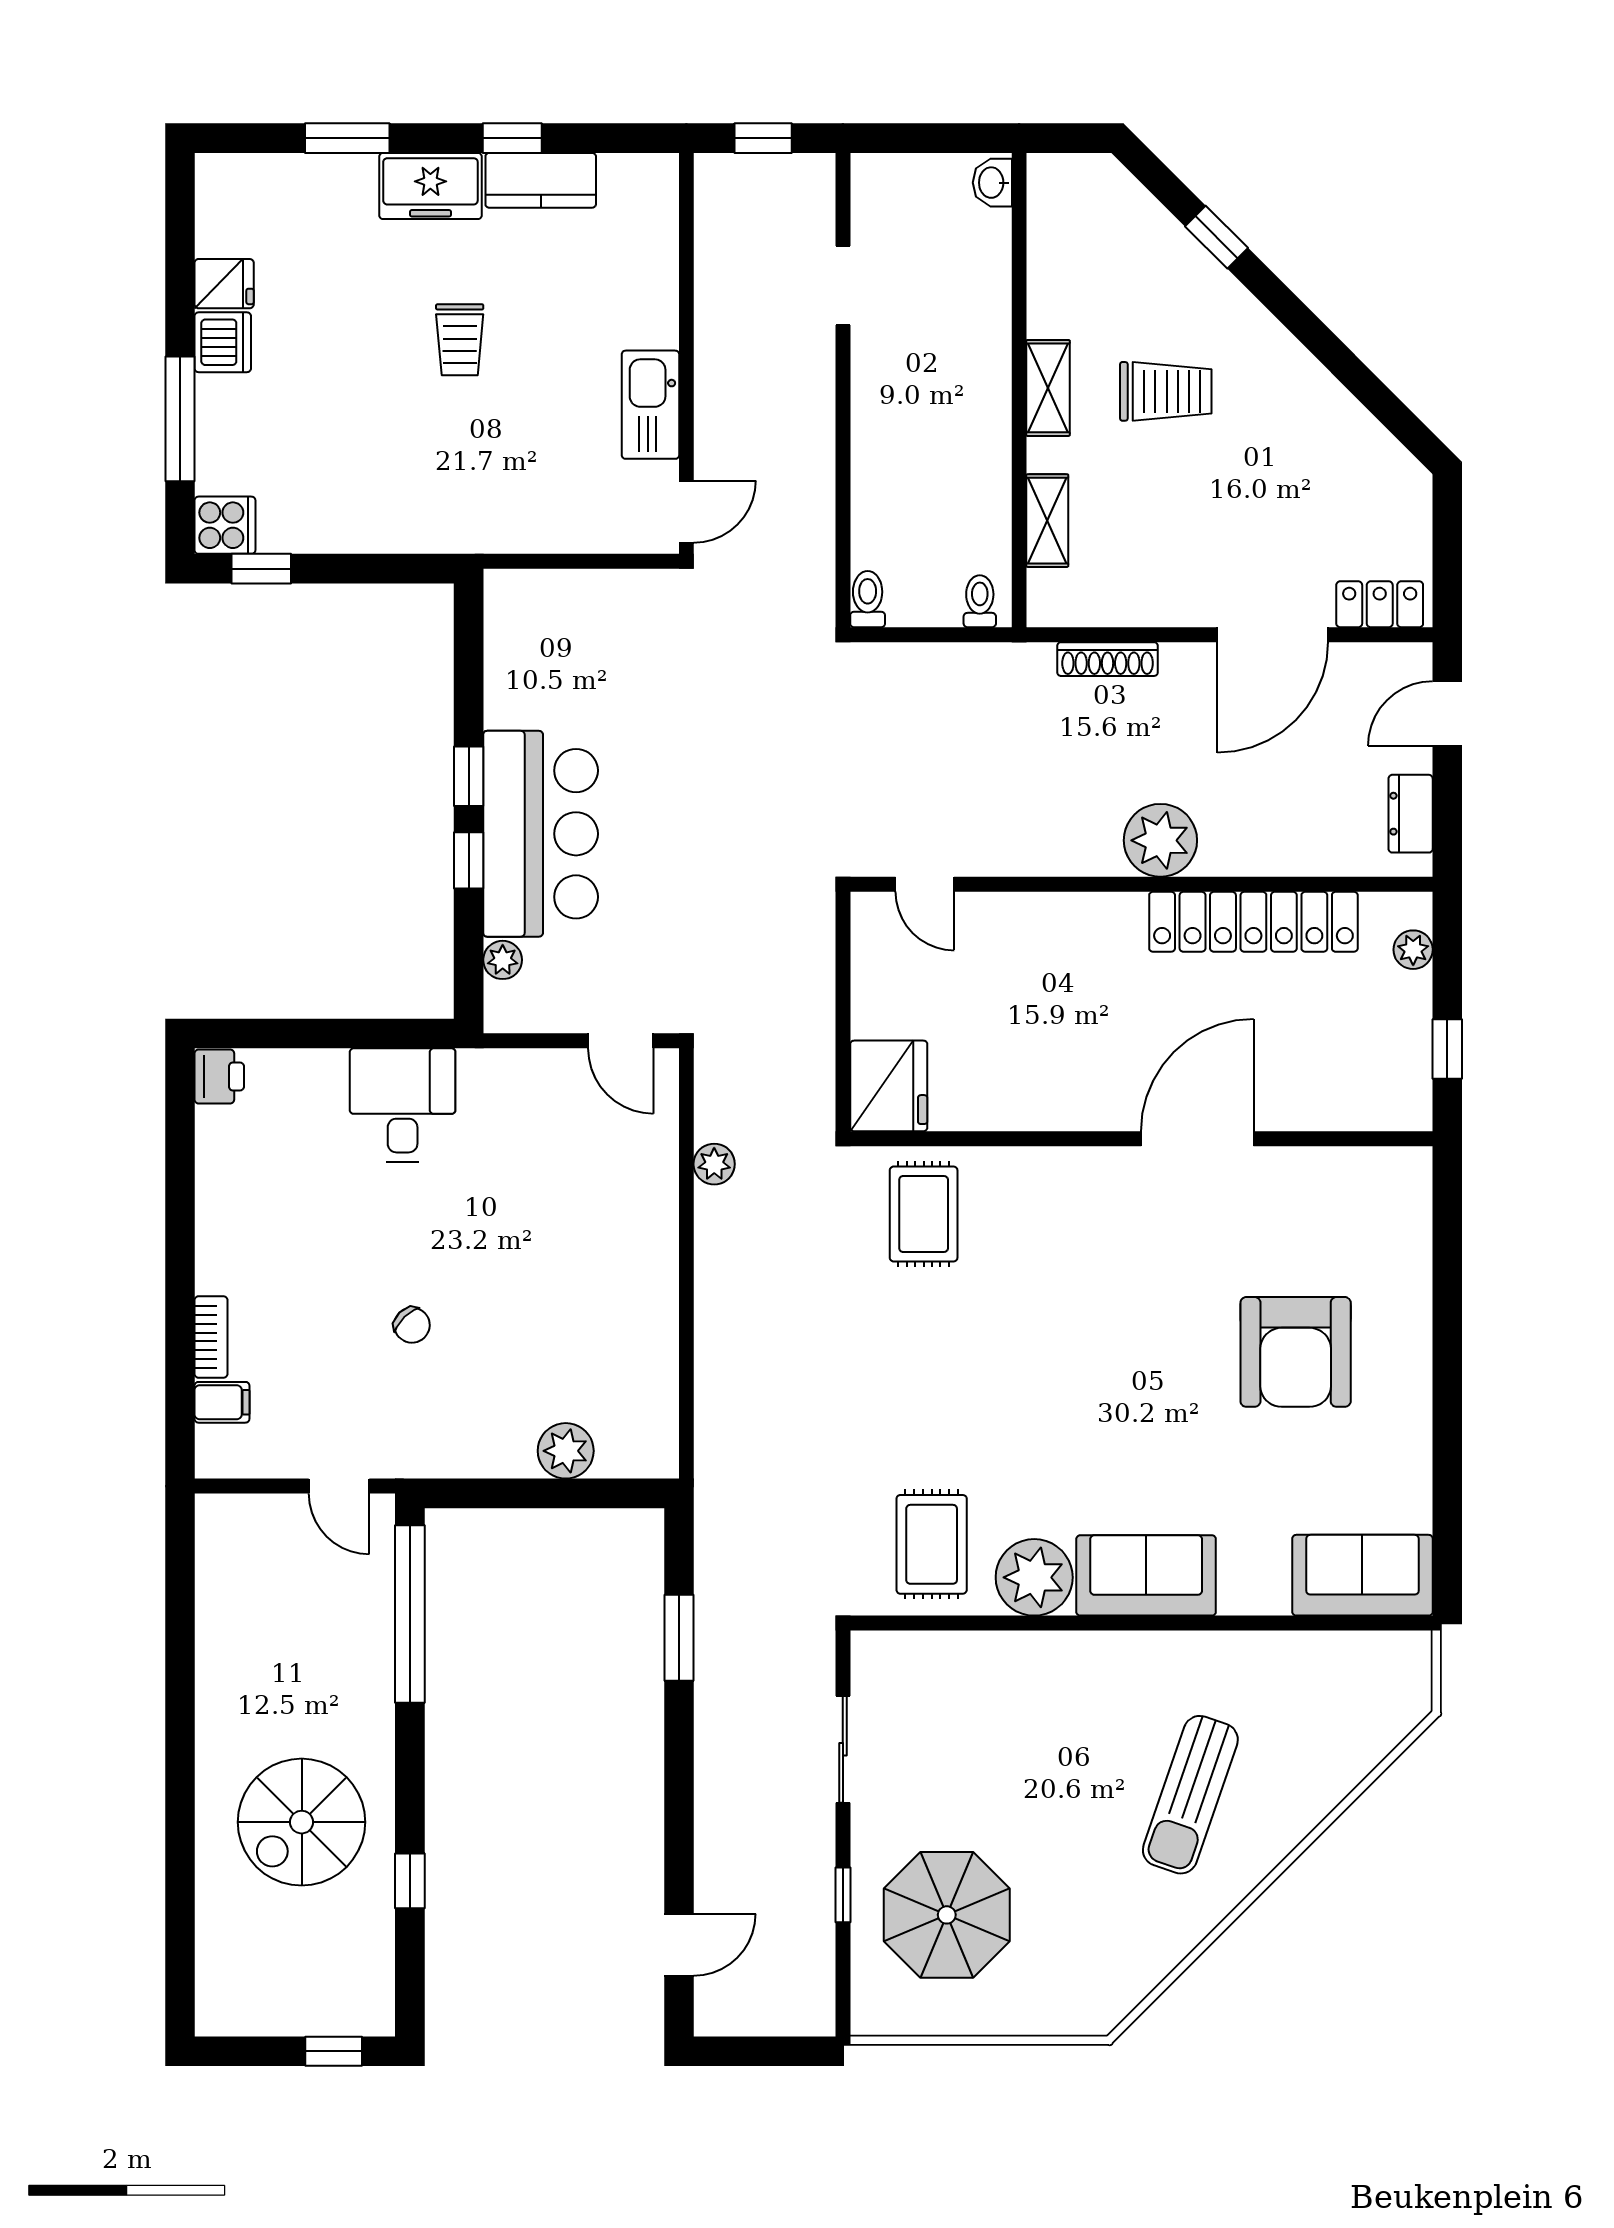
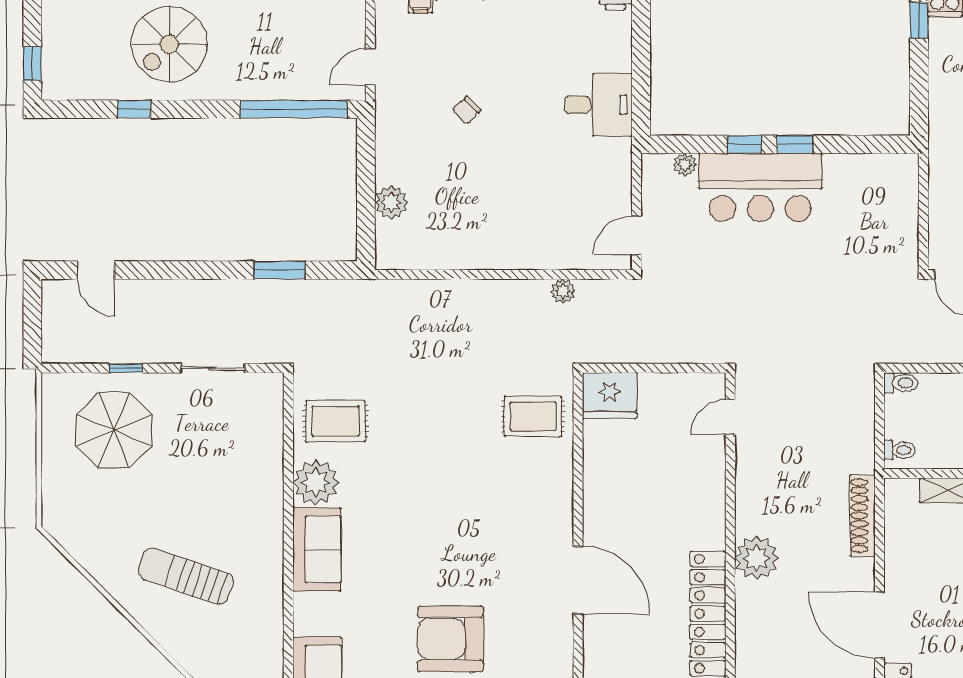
shoe rack: (1108, 659) -> (862, 516), width x1.36, depth x1.24
spiral stairs: (302, 1822) -> (169, 44), turned -90

